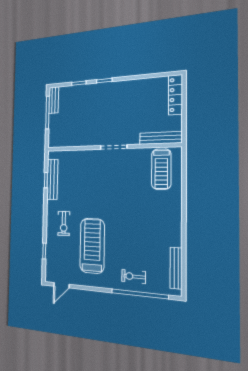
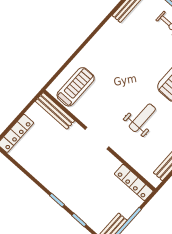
locker: (65, 141) -> (134, 182), added
weight bench: (95, 190) -> (142, 118), added

